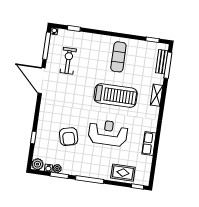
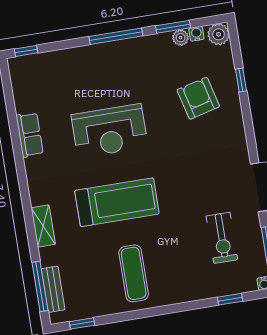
treadmill: (116, 96) -> (117, 202), turned 180
armchair: (69, 137) -> (198, 98), moved
rug: (123, 173) -> (60, 68), removed

